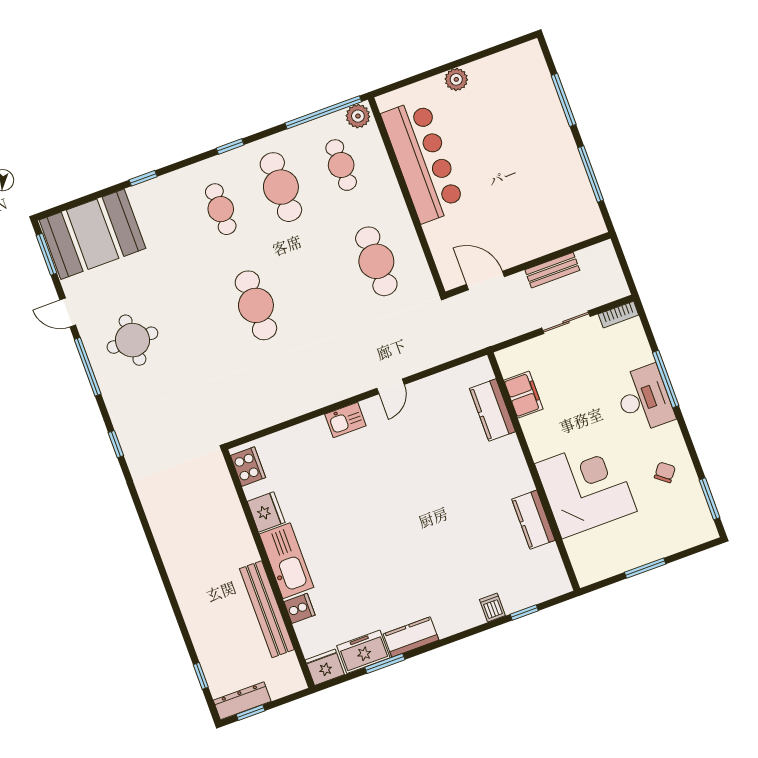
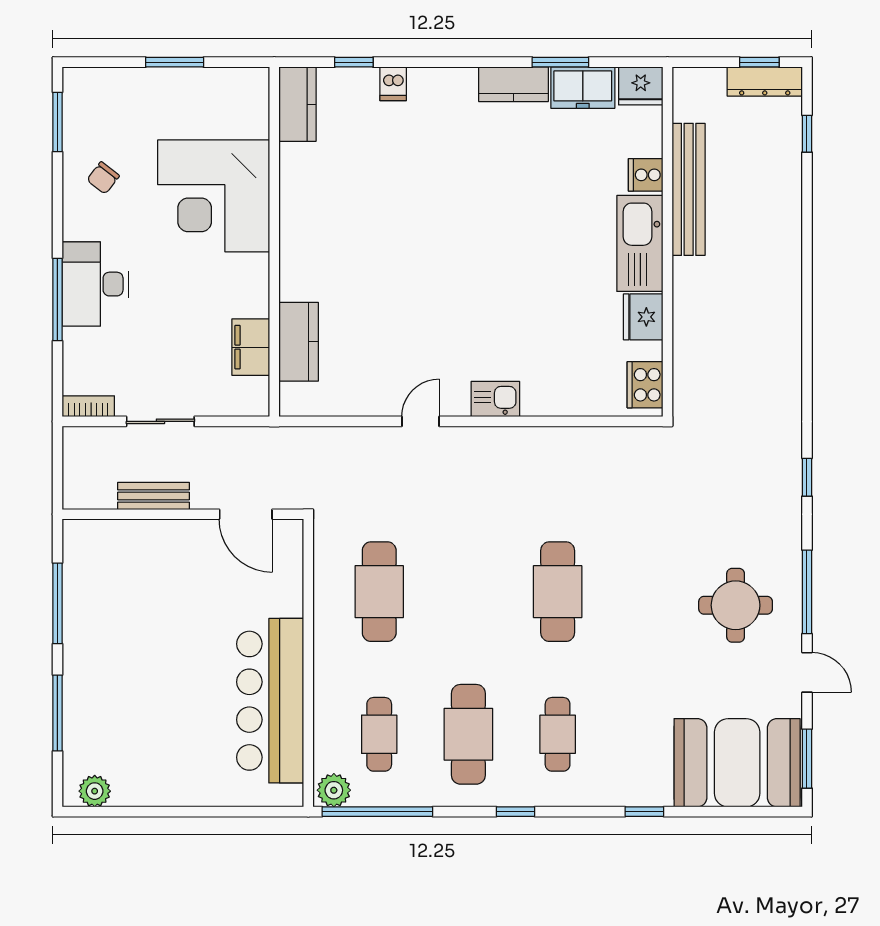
plant: (456, 79) -> (95, 791), moved
kitchen counter: (533, 520) -> (297, 104), moved

